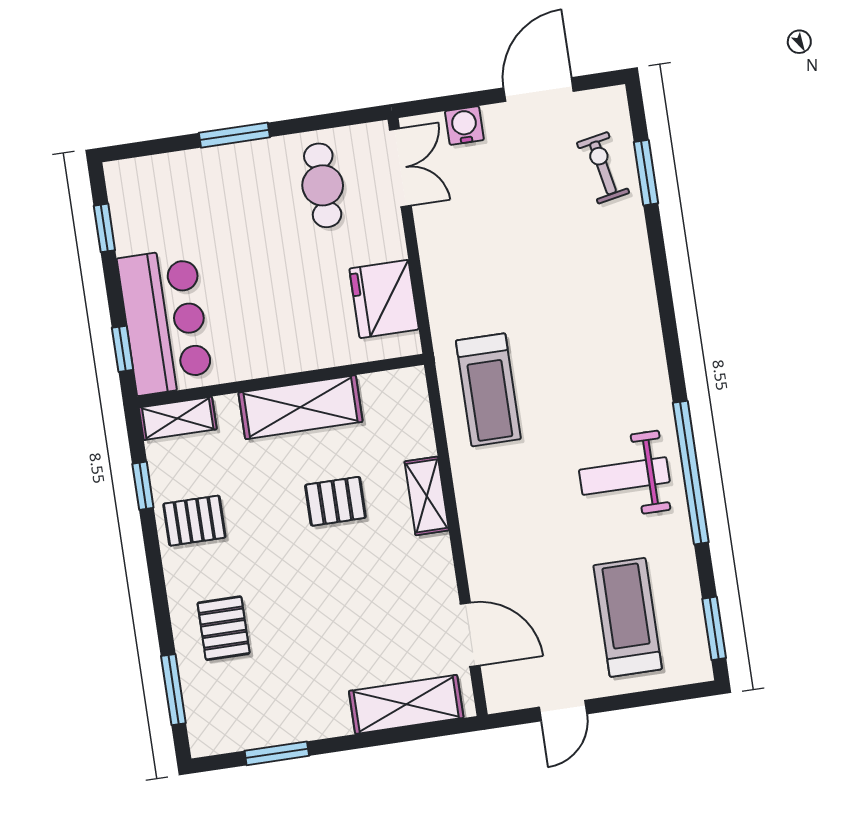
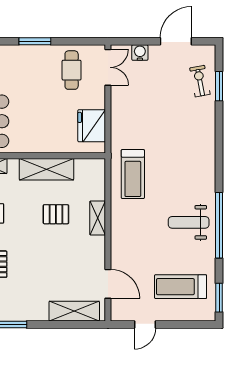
treadmill: (628, 617) -> (181, 287), turned -90

